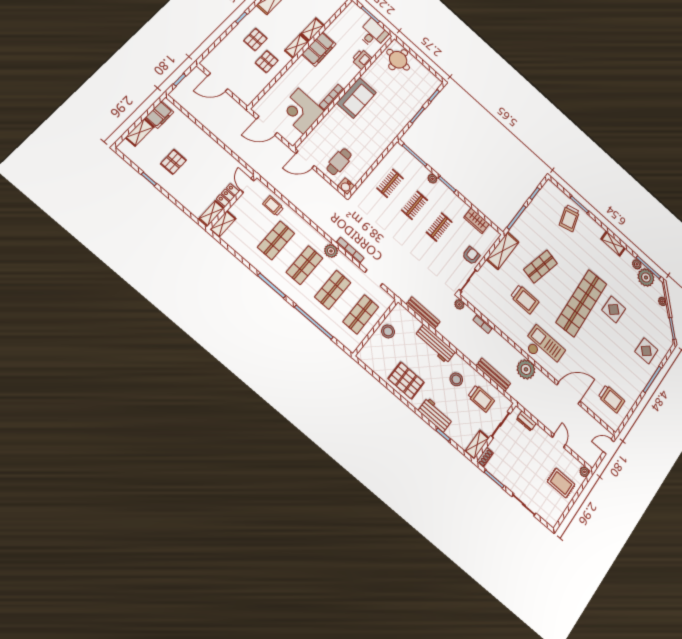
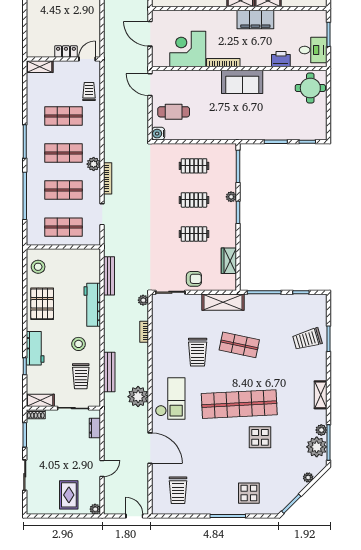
shelving: (212, 213) -> (40, 52), removed
stool: (388, 331) -> (38, 267), moved

